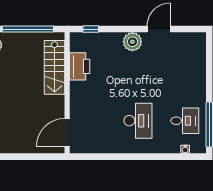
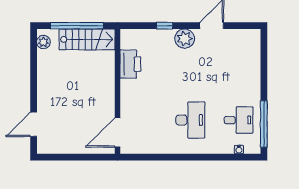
window: (91, 29) -> (165, 26), moved
stairs: (55, 67) -> (87, 39), moved, turned -90

